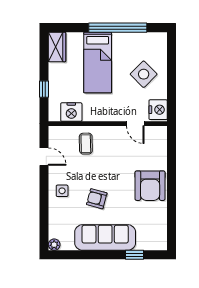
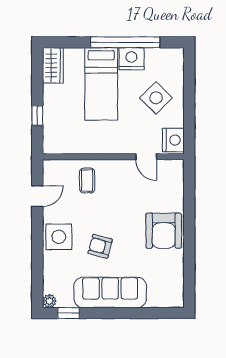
nightstand: (71, 112) -> (131, 59), moved, turned 180
door: (44, 157) -> (37, 196), hinge flipped
side table: (62, 191) -> (59, 237), width x1.87, depth x1.87
window: (135, 255) -> (69, 313), moved

